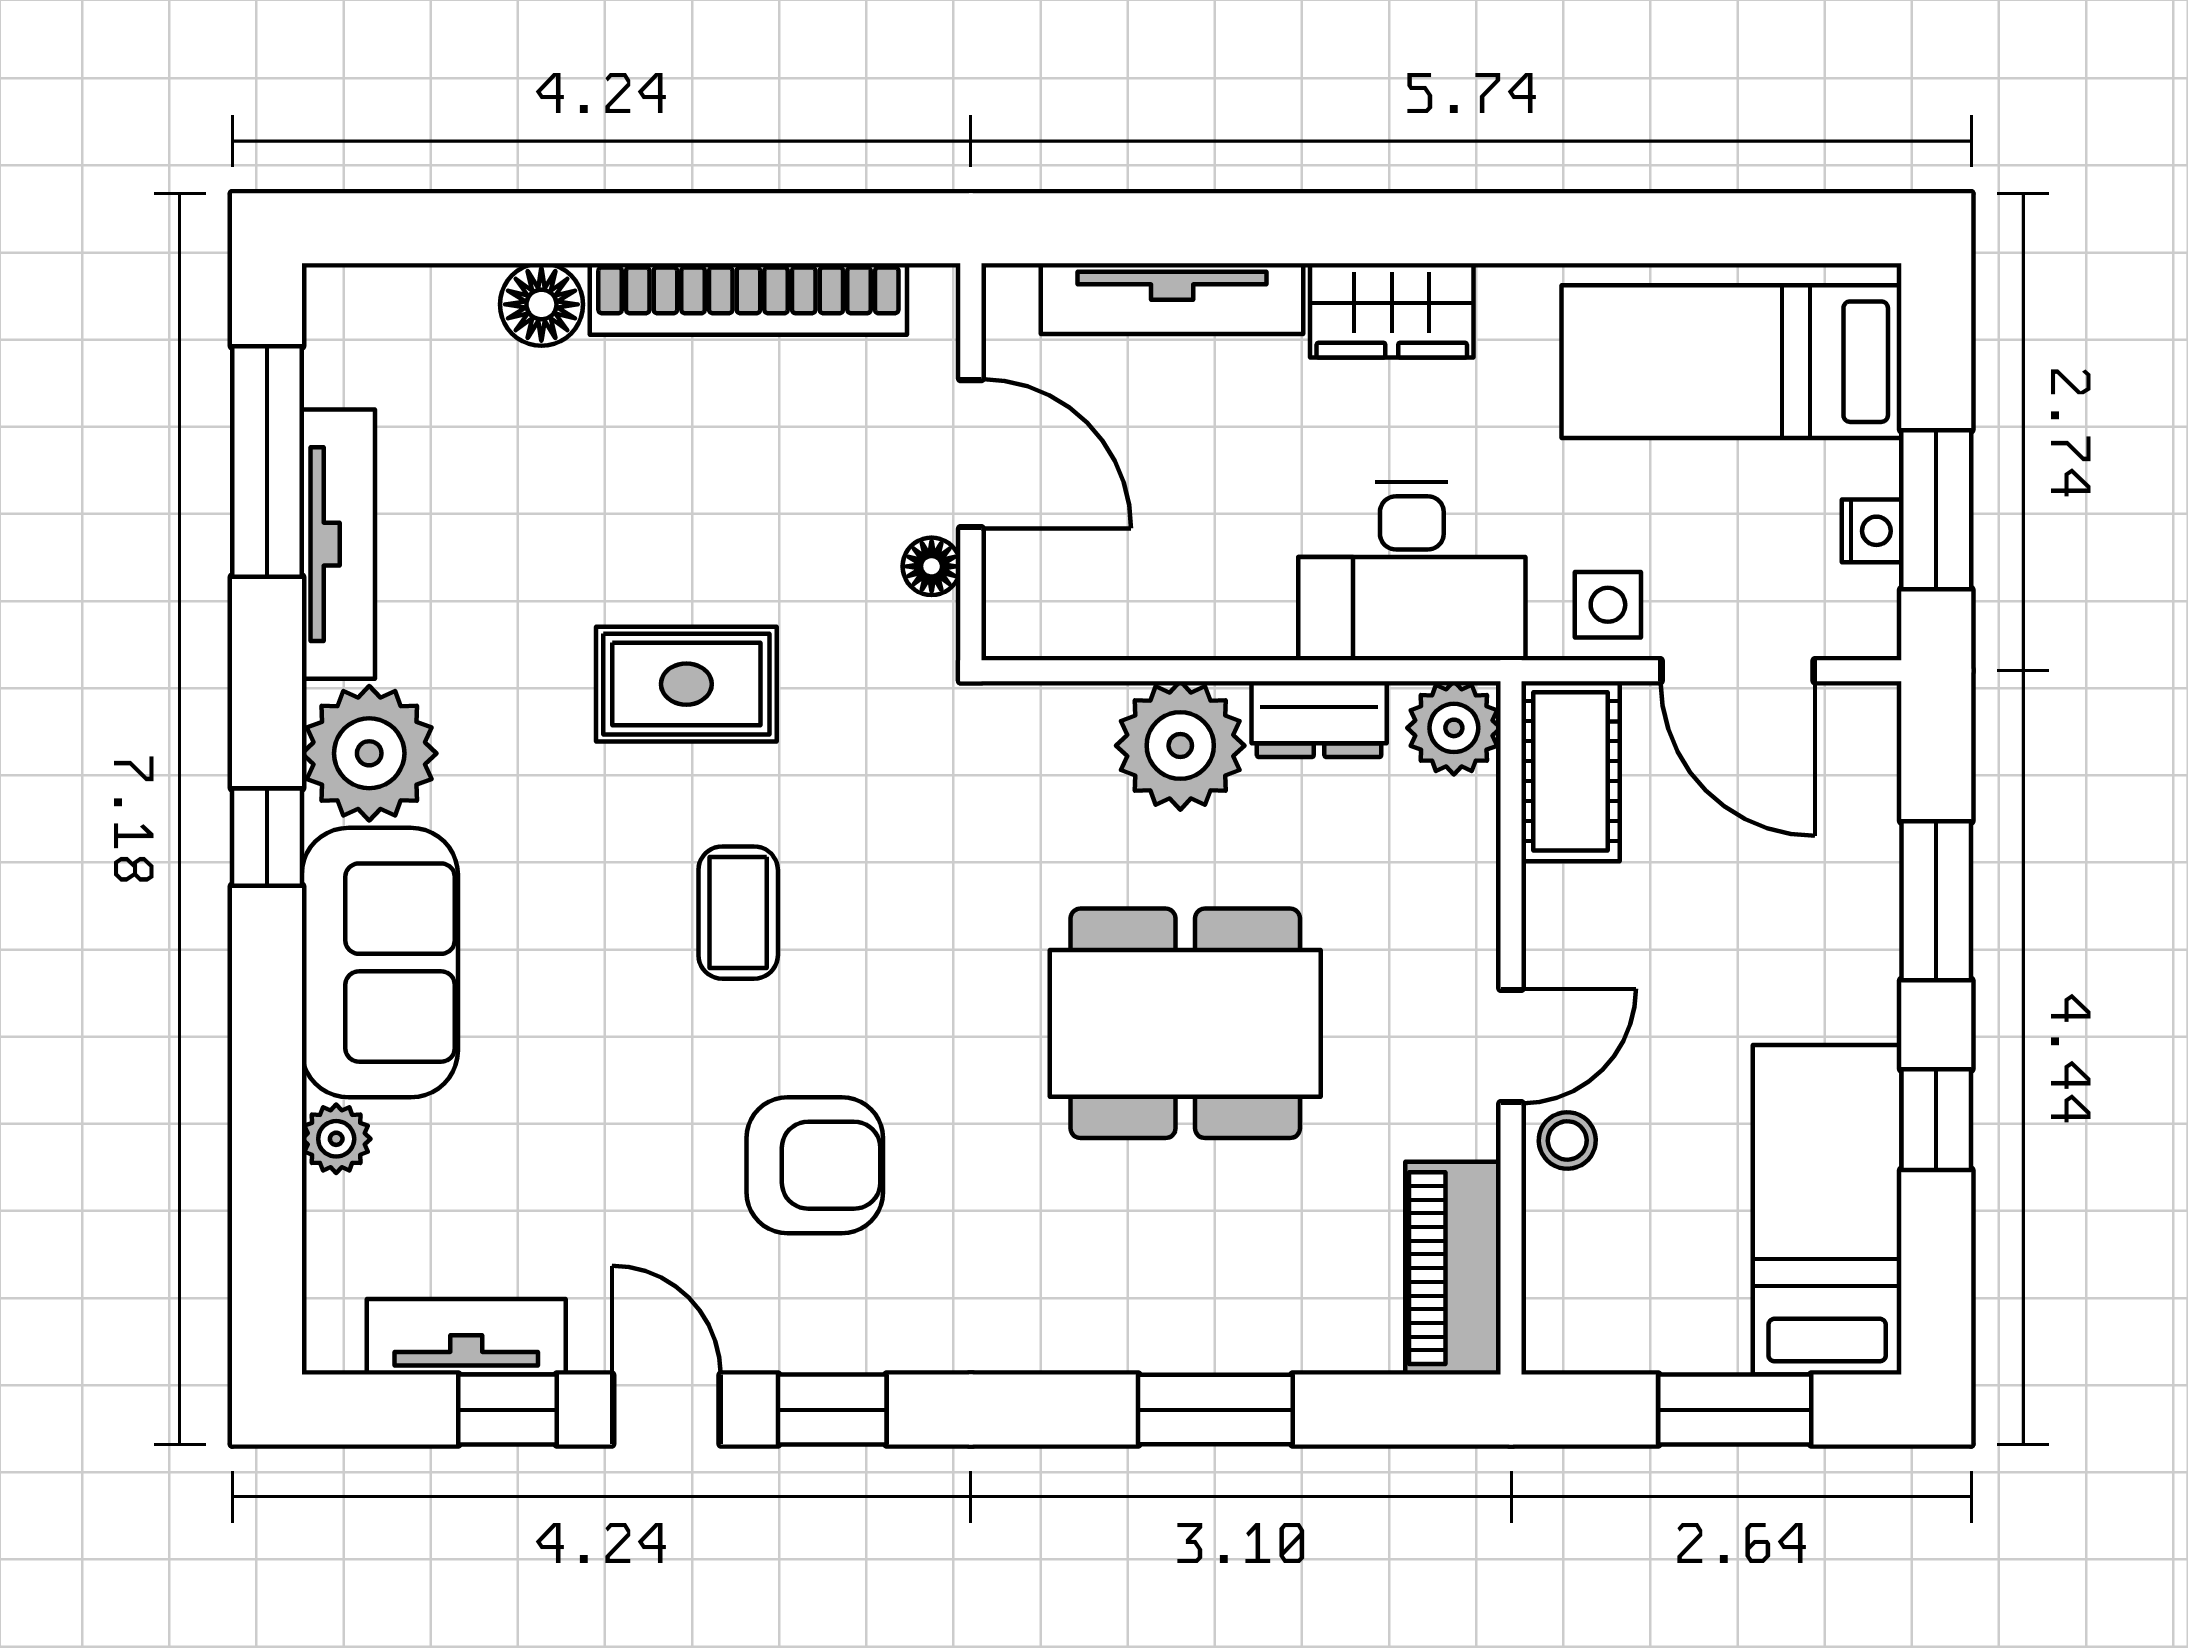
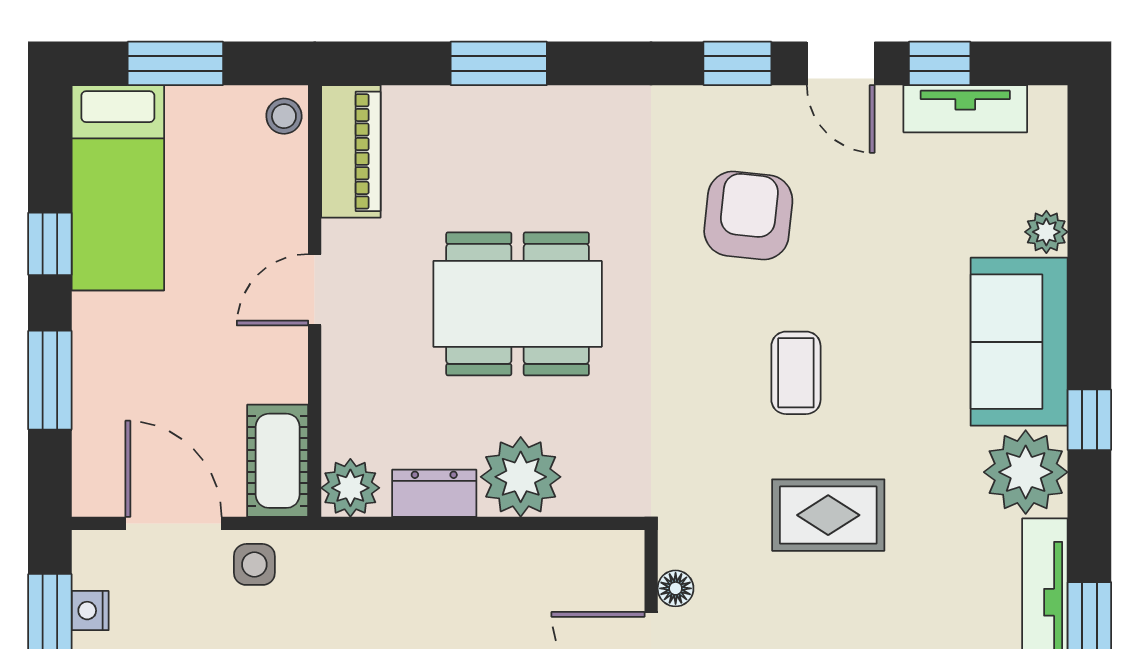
desk: (1412, 571) -> (376, 585), removed
stool: (1567, 1140) -> (284, 116), moved
armchair: (815, 1165) -> (748, 215), turned 96

